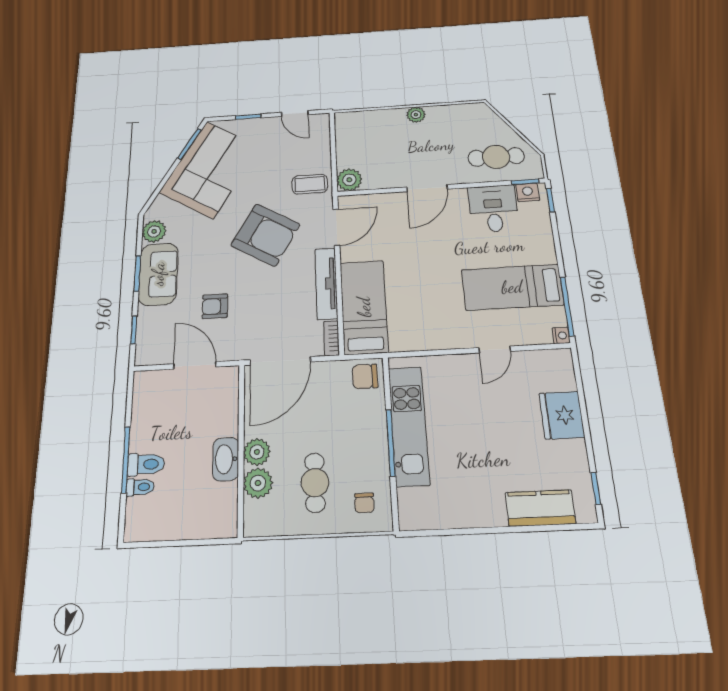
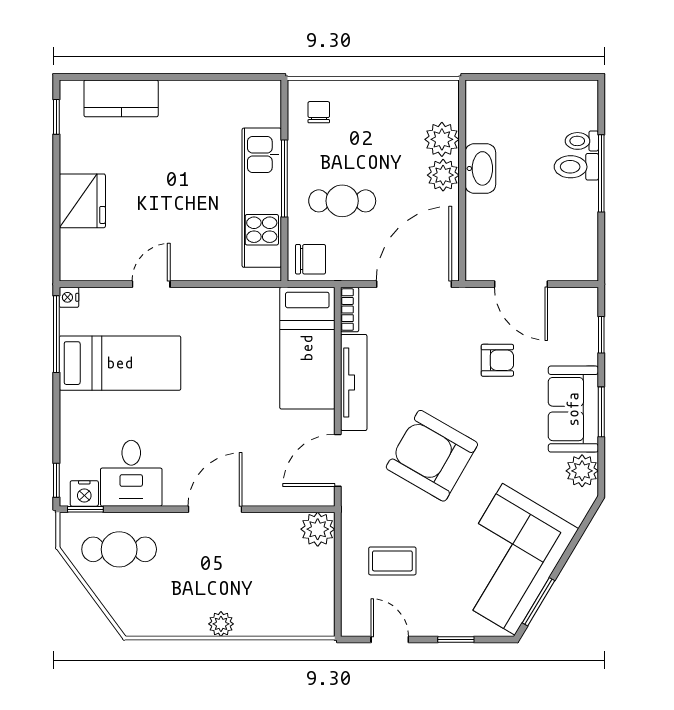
coffee table: (310, 184) -> (392, 561), moved
cafe table: (315, 483) -> (342, 201), moved, turned 90

